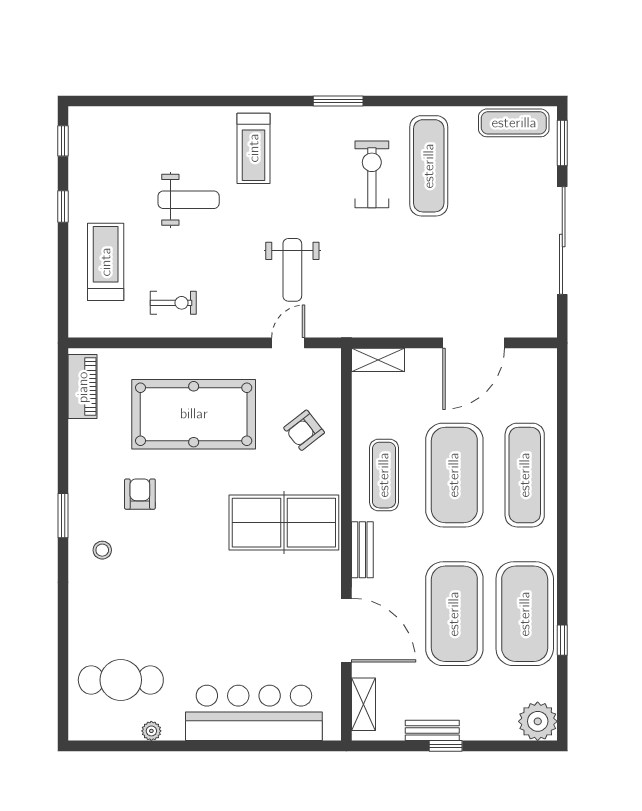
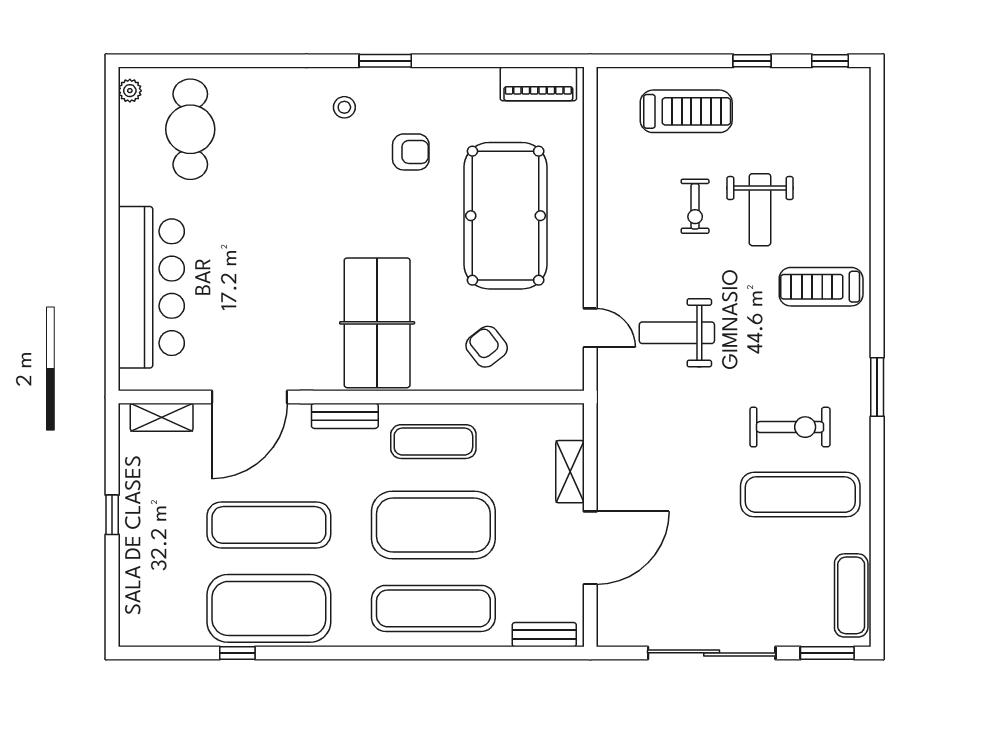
exercise bike: (173, 303) -> (695, 206), moved
door: (474, 343) -> (590, 548), swing flipped
shelving: (378, 360) -> (570, 472), moved
exercise mat: (454, 614) -> (269, 525), width x0.68
plant: (538, 721) -> (141, 624), removed
bench: (432, 730) -> (544, 635), moved, turned 90
plant: (151, 731) -> (130, 91), moved

